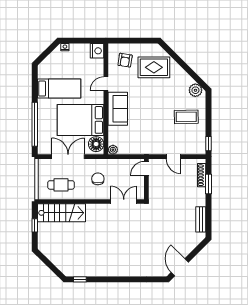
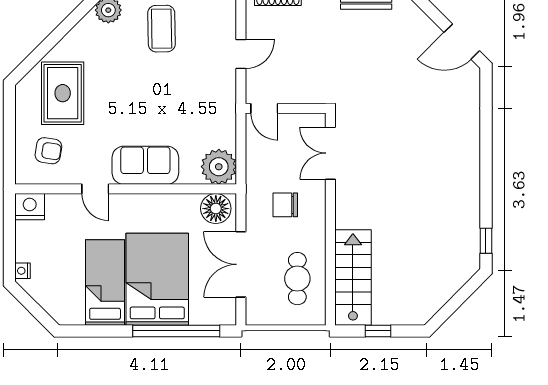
bed: (81, 120) -> (157, 279), moved, turned 180
plant: (113, 150) -> (219, 167), width x1.88, depth x1.88

